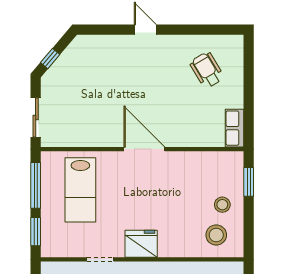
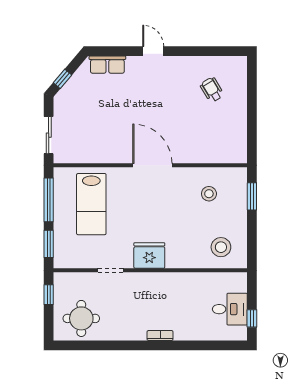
wheelchair: (207, 70) -> (212, 90), width x0.73, depth x0.73
row of seats: (235, 128) -> (107, 65), moved, turned -90
stool: (222, 205) -> (209, 194), moved

